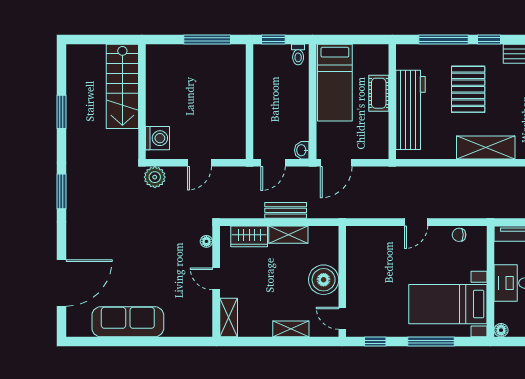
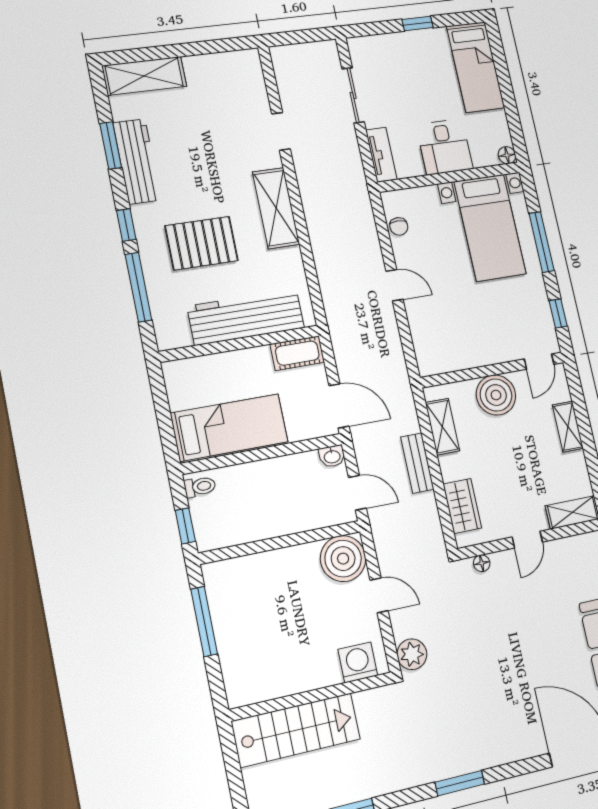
cot: (379, 93) -> (297, 353), moved
boiler: (230, 143) -> (343, 559), added
shelving: (288, 235) -> (442, 427), moved

